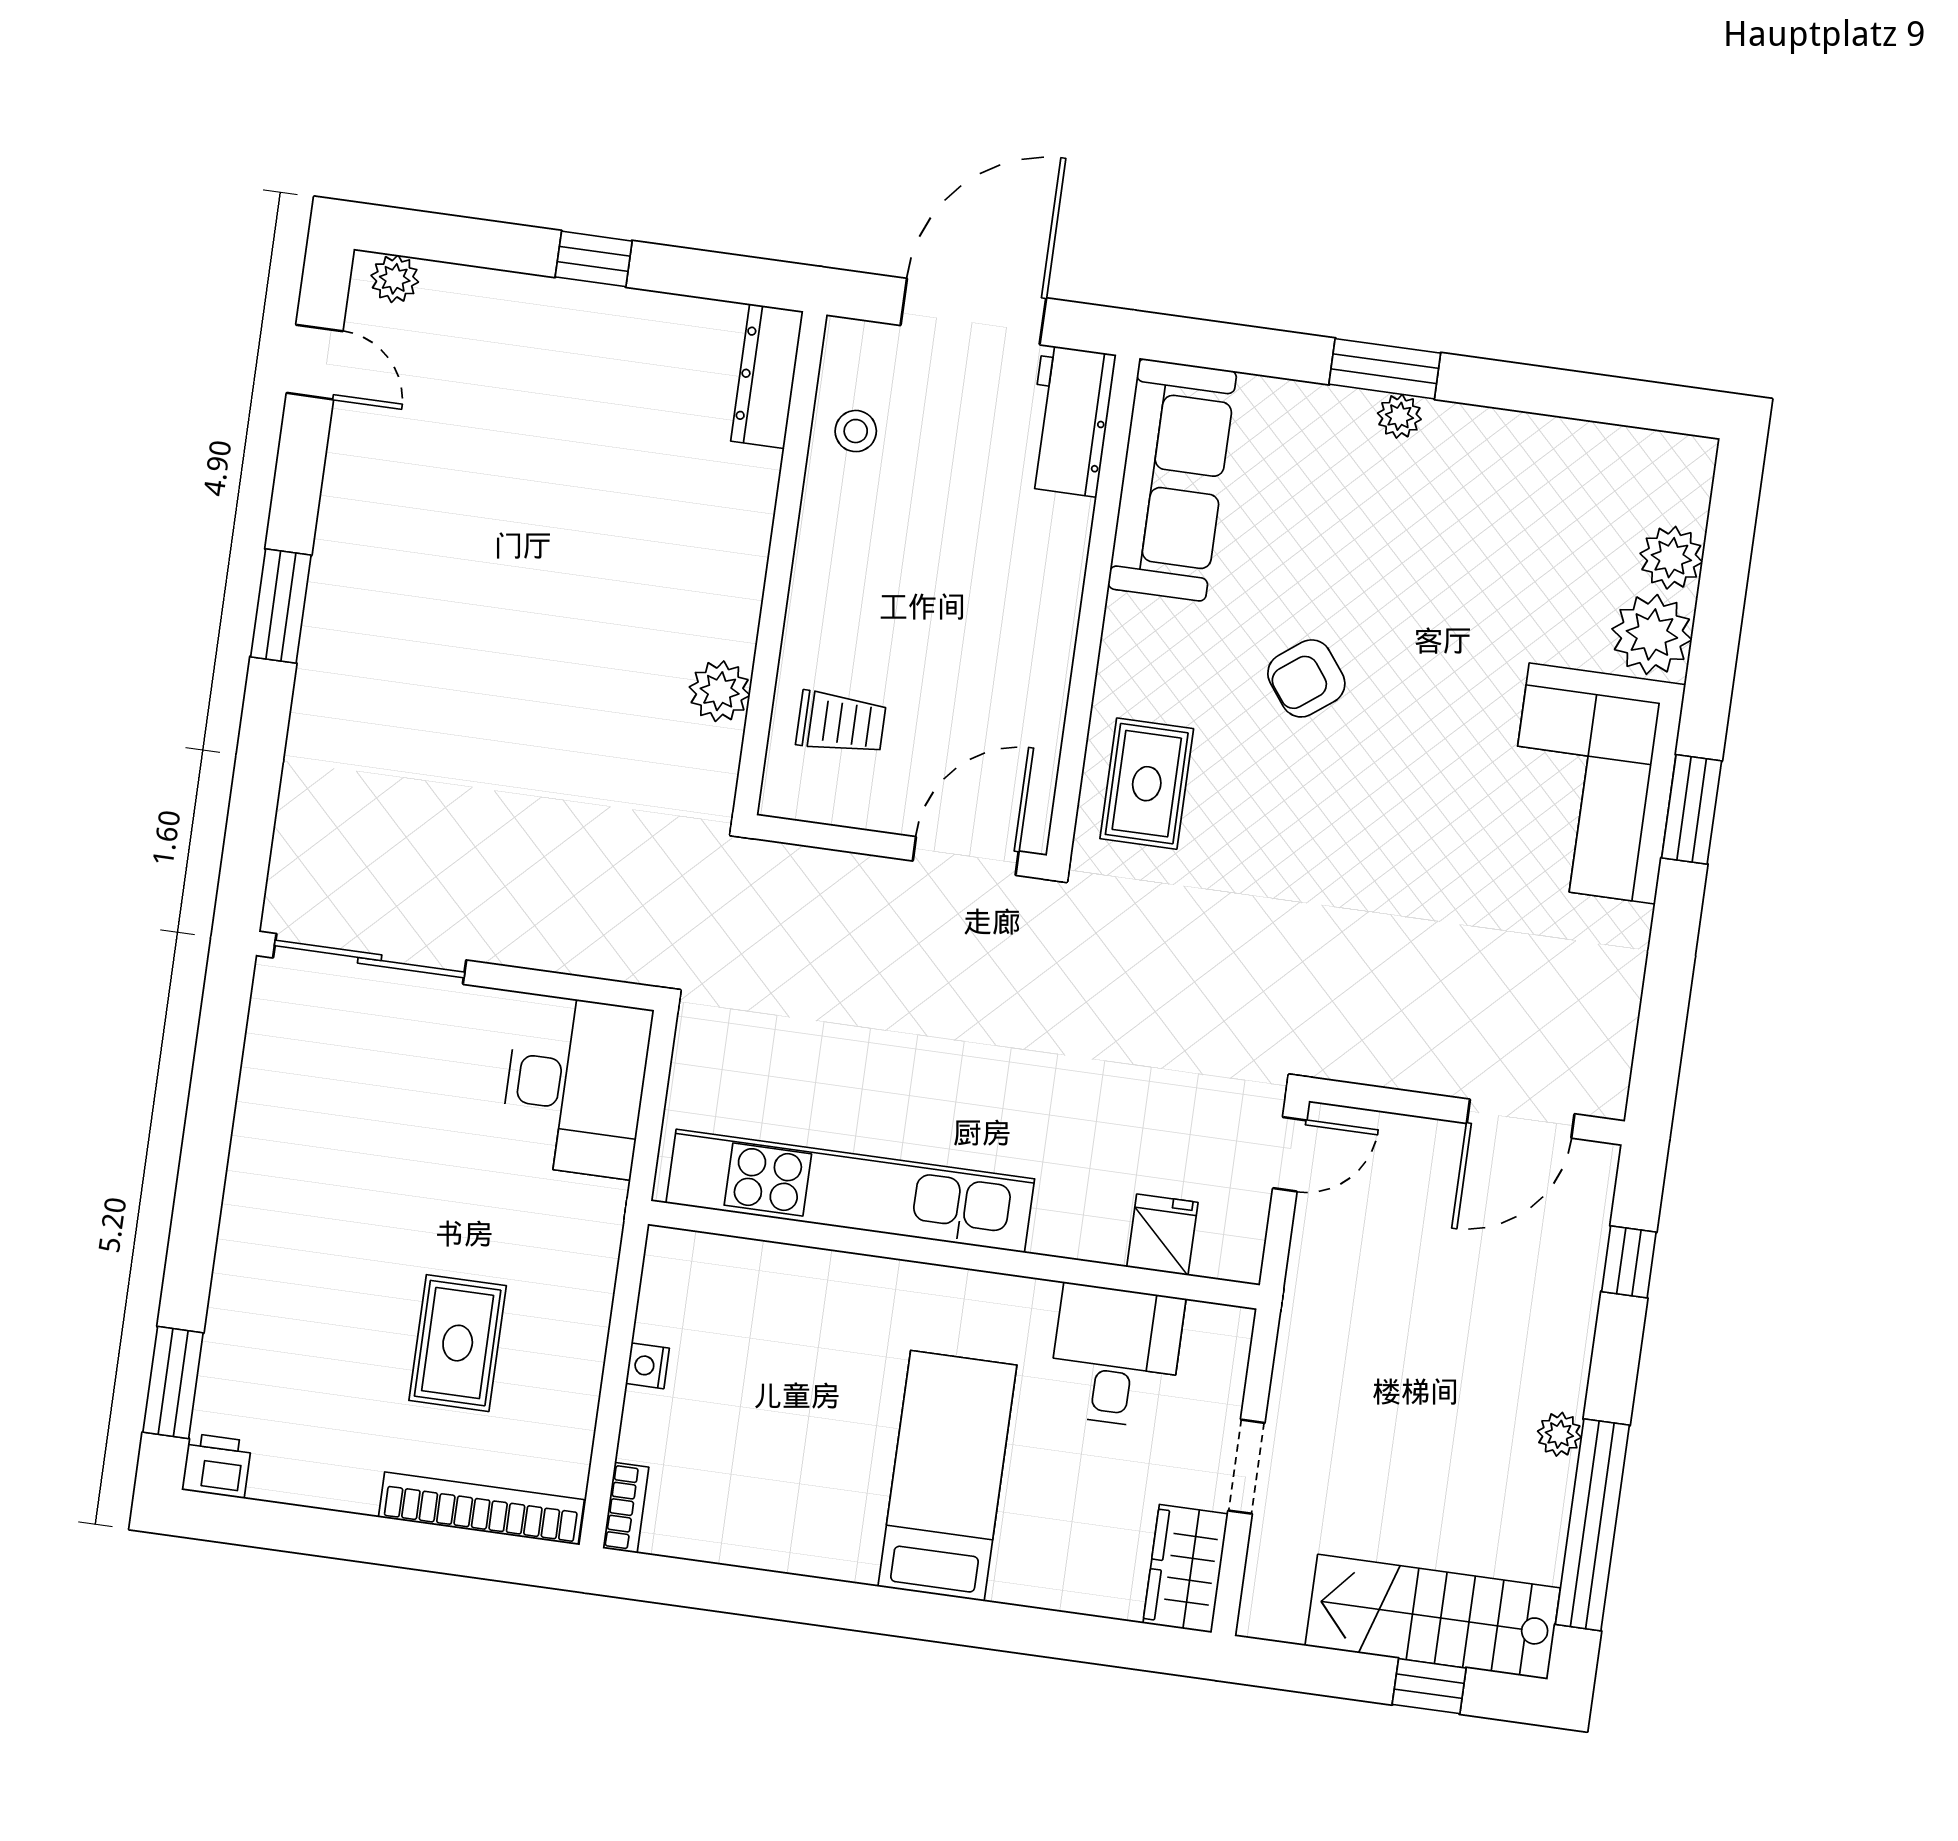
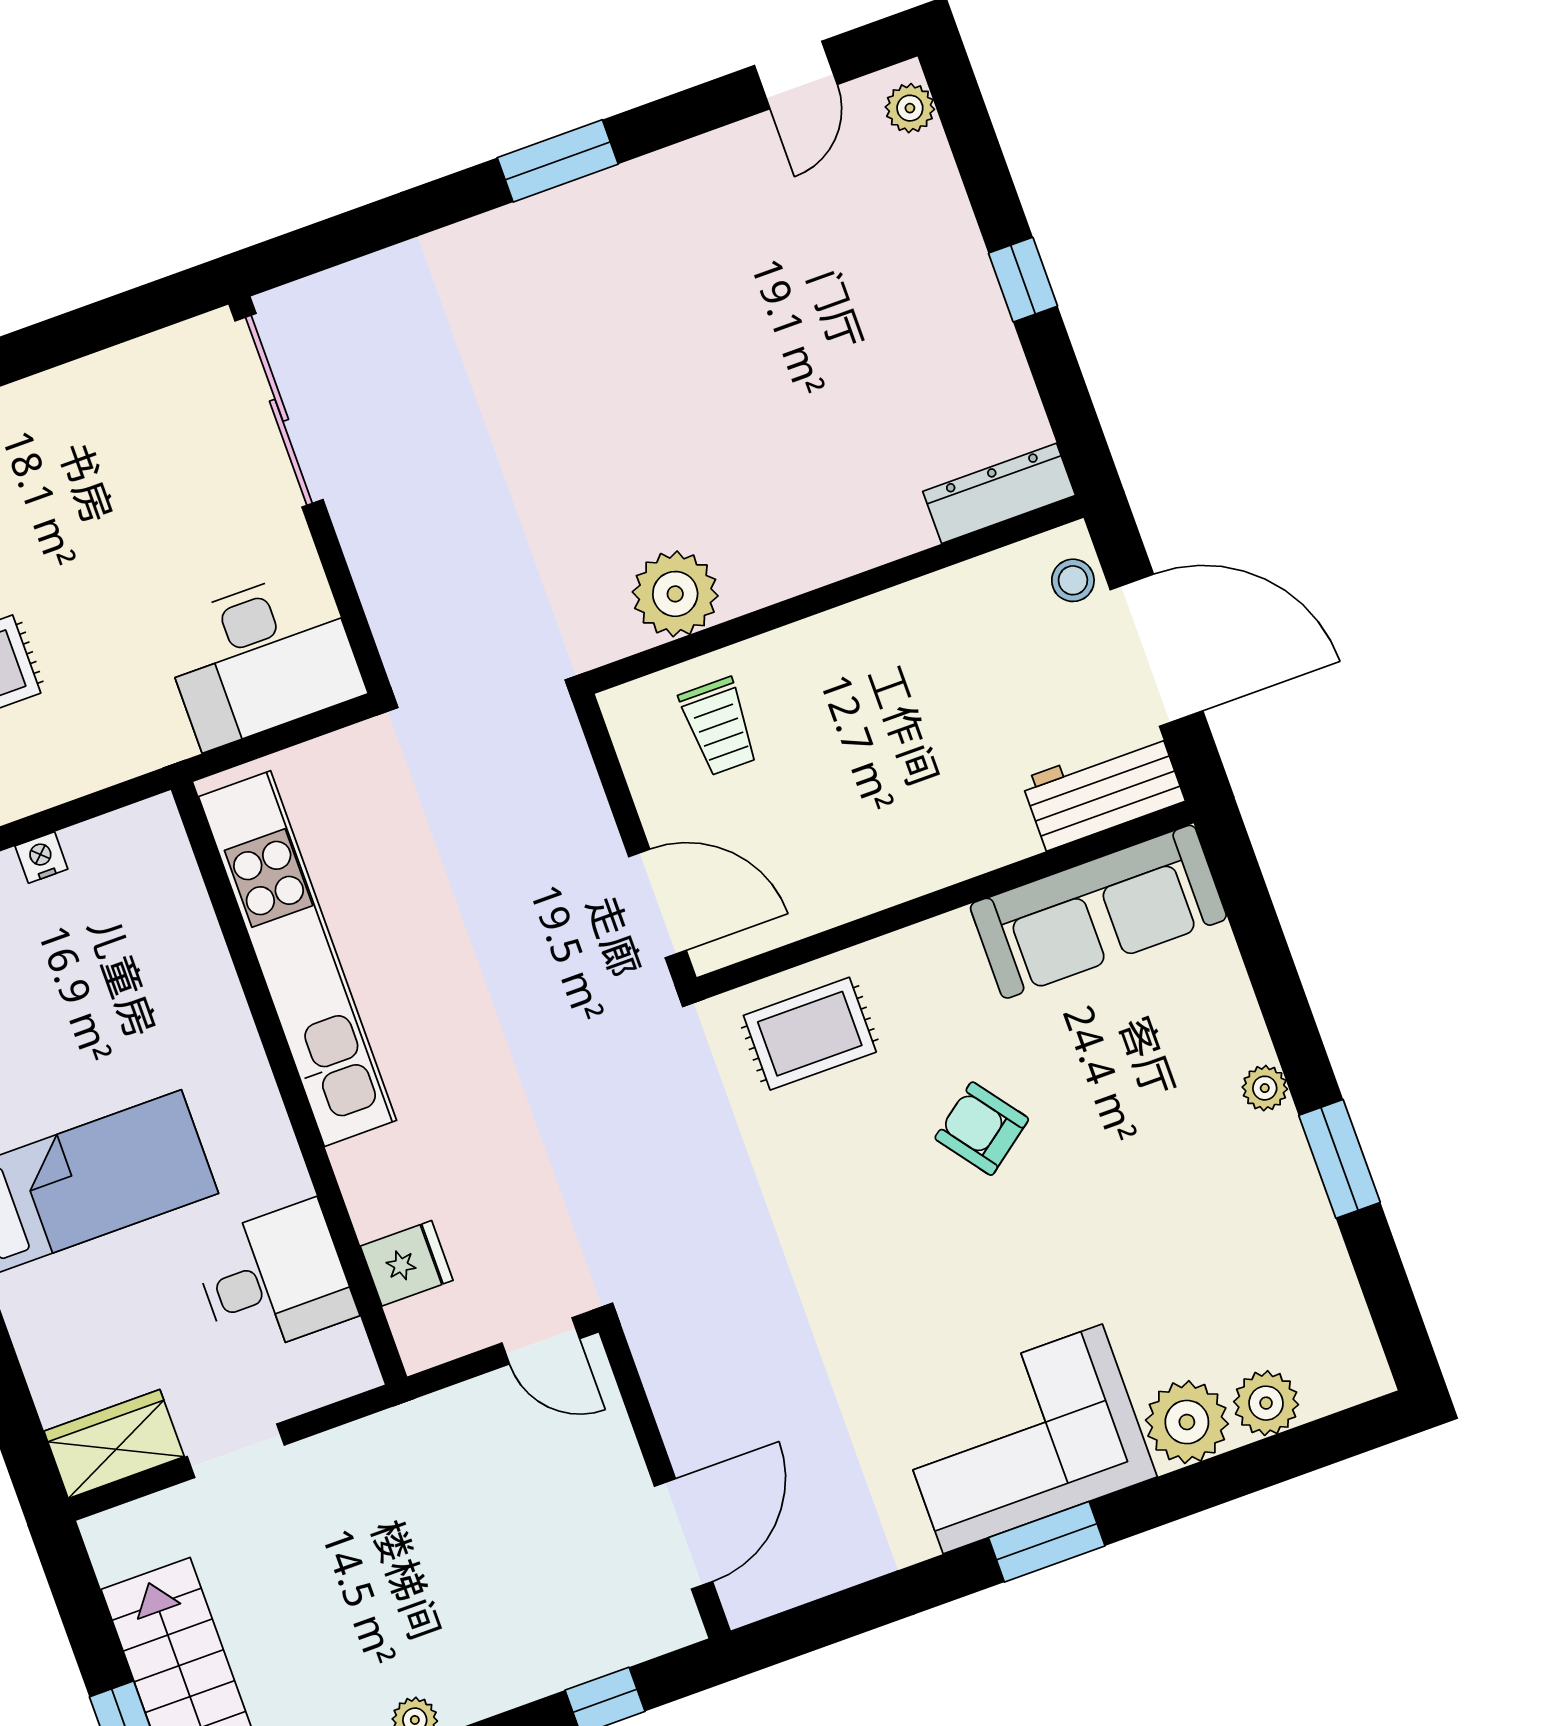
window: (1385, 369) -> (1340, 1159), moved
stool: (856, 431) -> (1073, 580), moved
plant: (720, 691) -> (675, 594), width x1.36, depth x1.36
door: (1521, 1119) -> (684, 1534), swing flipped

